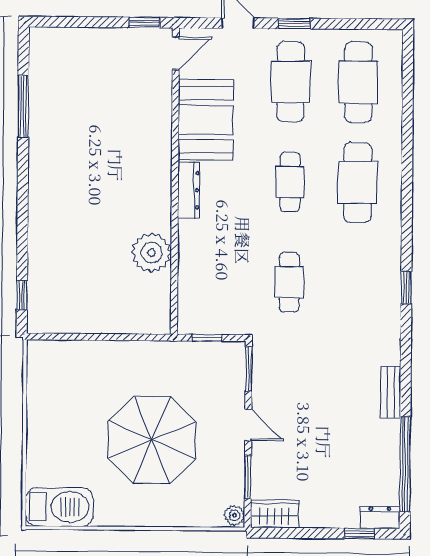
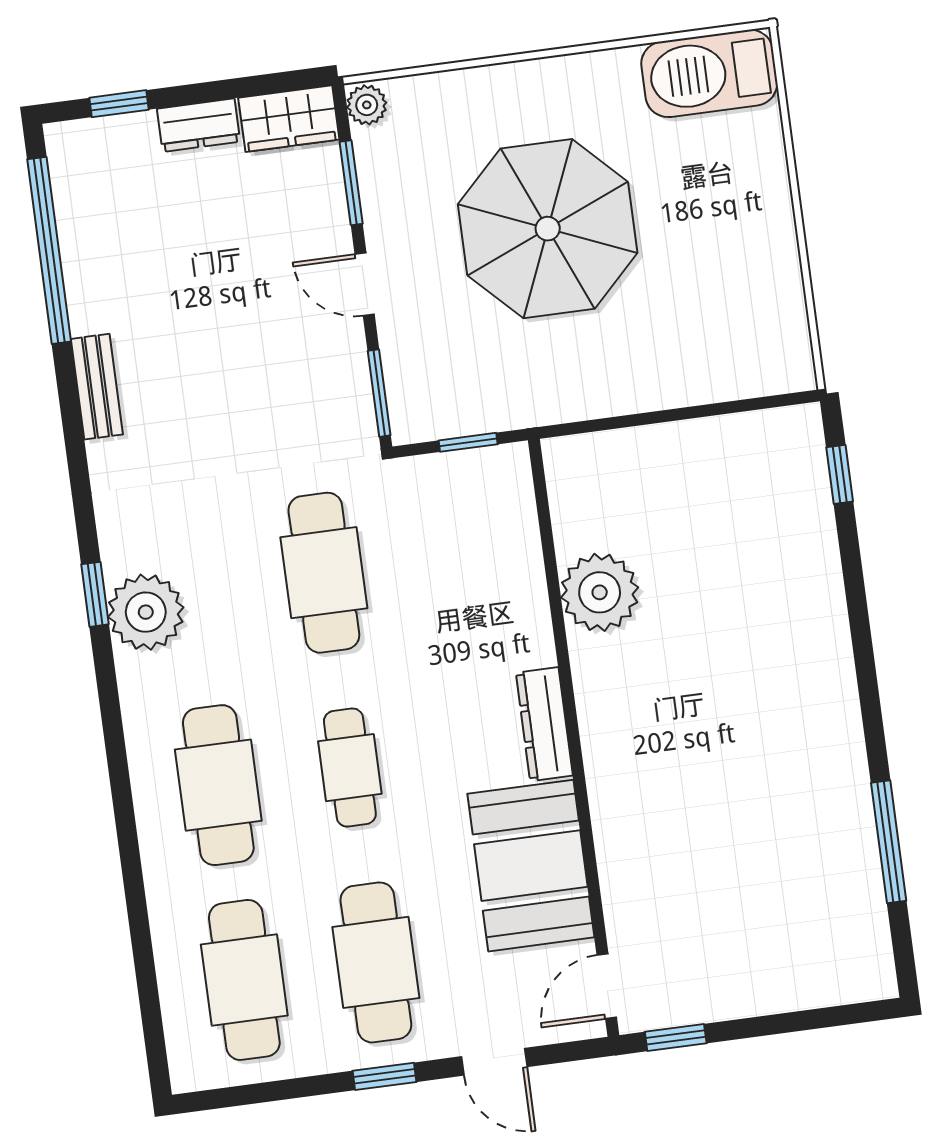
plant: (382, 275) -> (146, 612), added
cafe table: (289, 282) -> (324, 573), width x1.37, depth x1.35
dresser: (380, 517) -> (199, 125), moved

